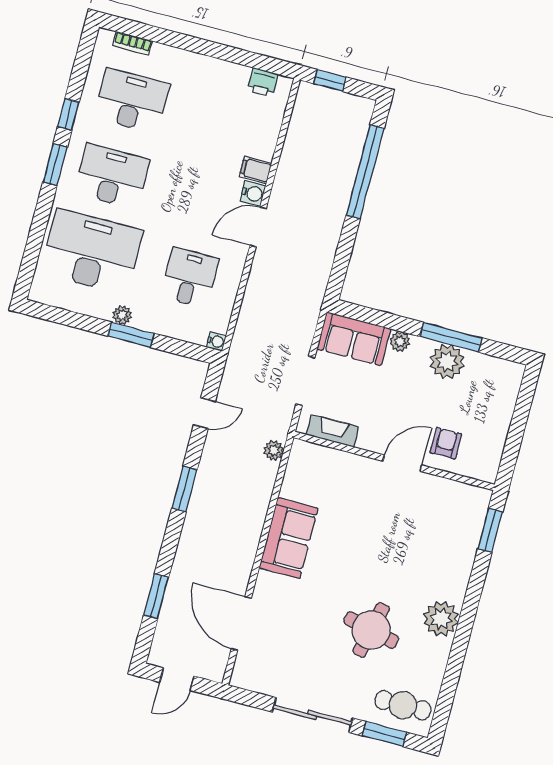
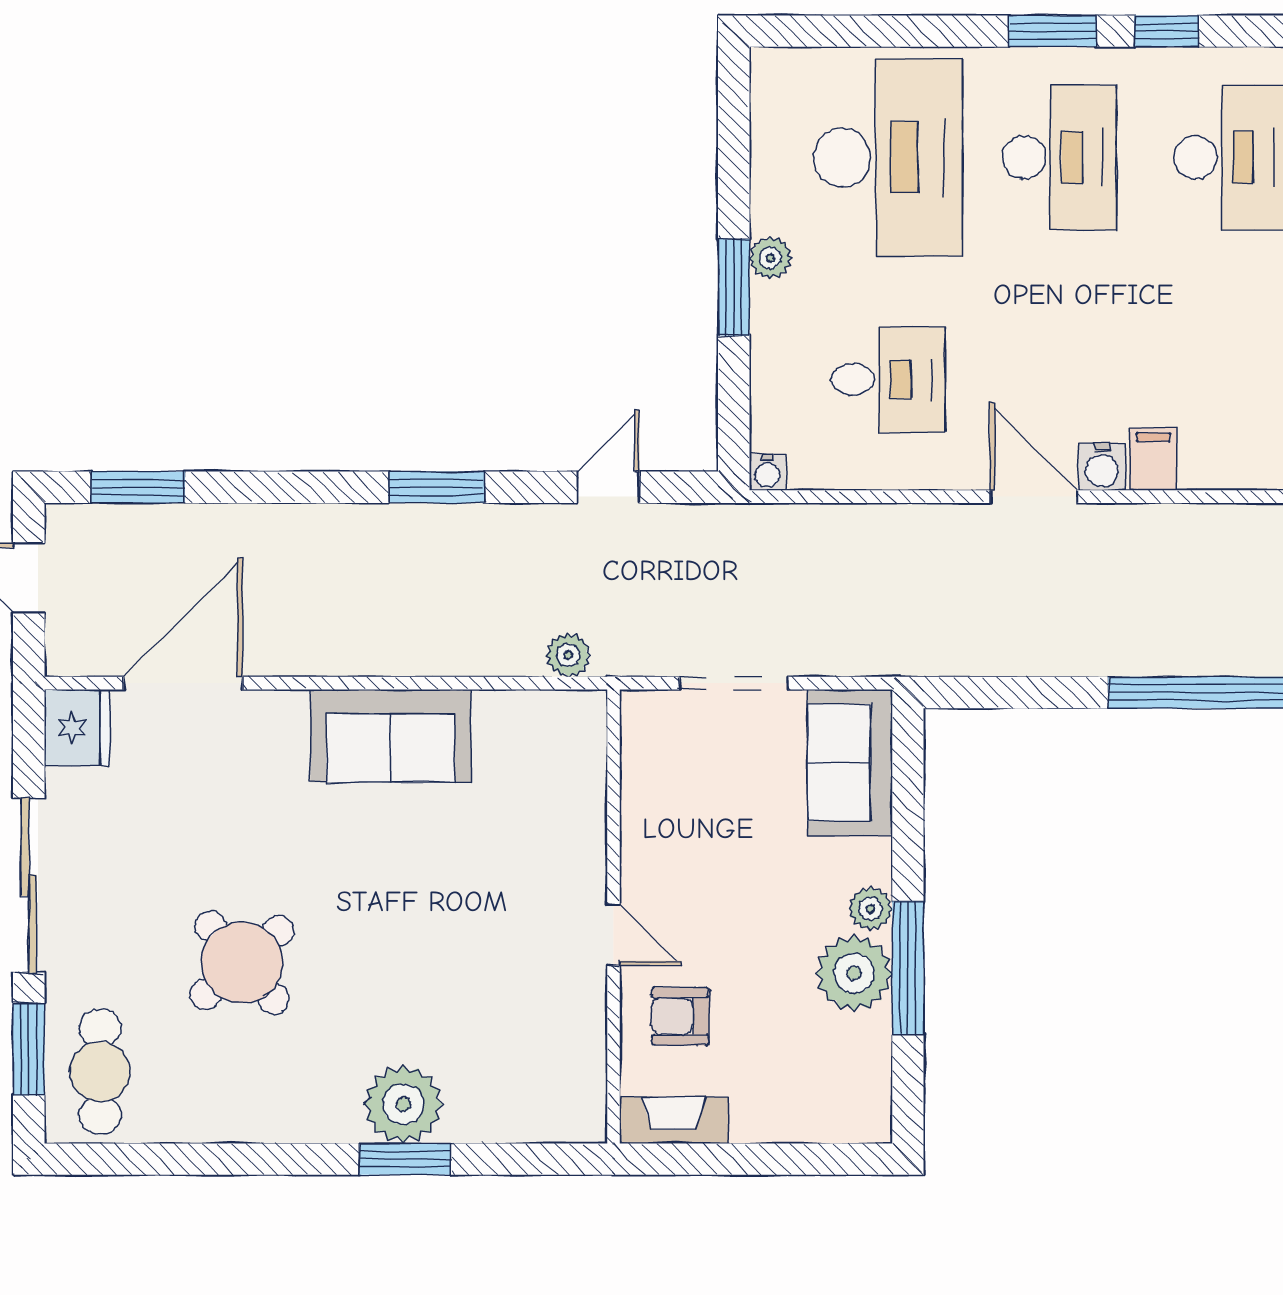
plant: (400, 341) -> (870, 909), moved
door: (204, 413) -> (608, 487), swing flipped
fireplace: (333, 431) -> (674, 1120), moved, turned -90
armchair: (446, 443) -> (680, 1016), turned 180
door: (402, 463) -> (613, 935), width x0.73
window: (490, 530) -> (405, 1159), moved
window: (156, 596) -> (138, 487), moved
plant: (441, 619) -> (403, 1104), moved
round table: (371, 630) -> (242, 963), turned 36
fridge: (248, 675) -> (77, 727), added

